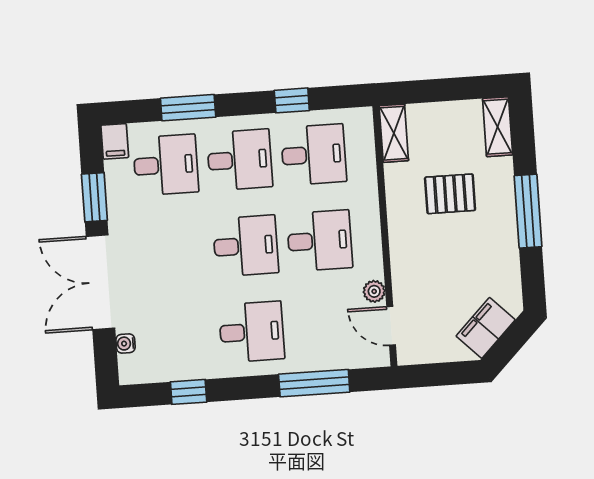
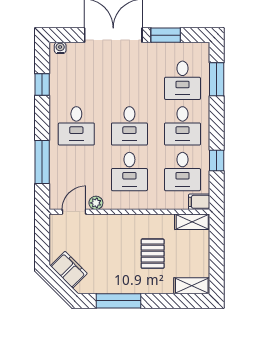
window: (188, 108) -> (217, 79), moved
filing cabinet: (115, 141) -> (199, 202), moved
window: (528, 211) -> (119, 301), moved
water cooler: (126, 343) -> (60, 48), moved

